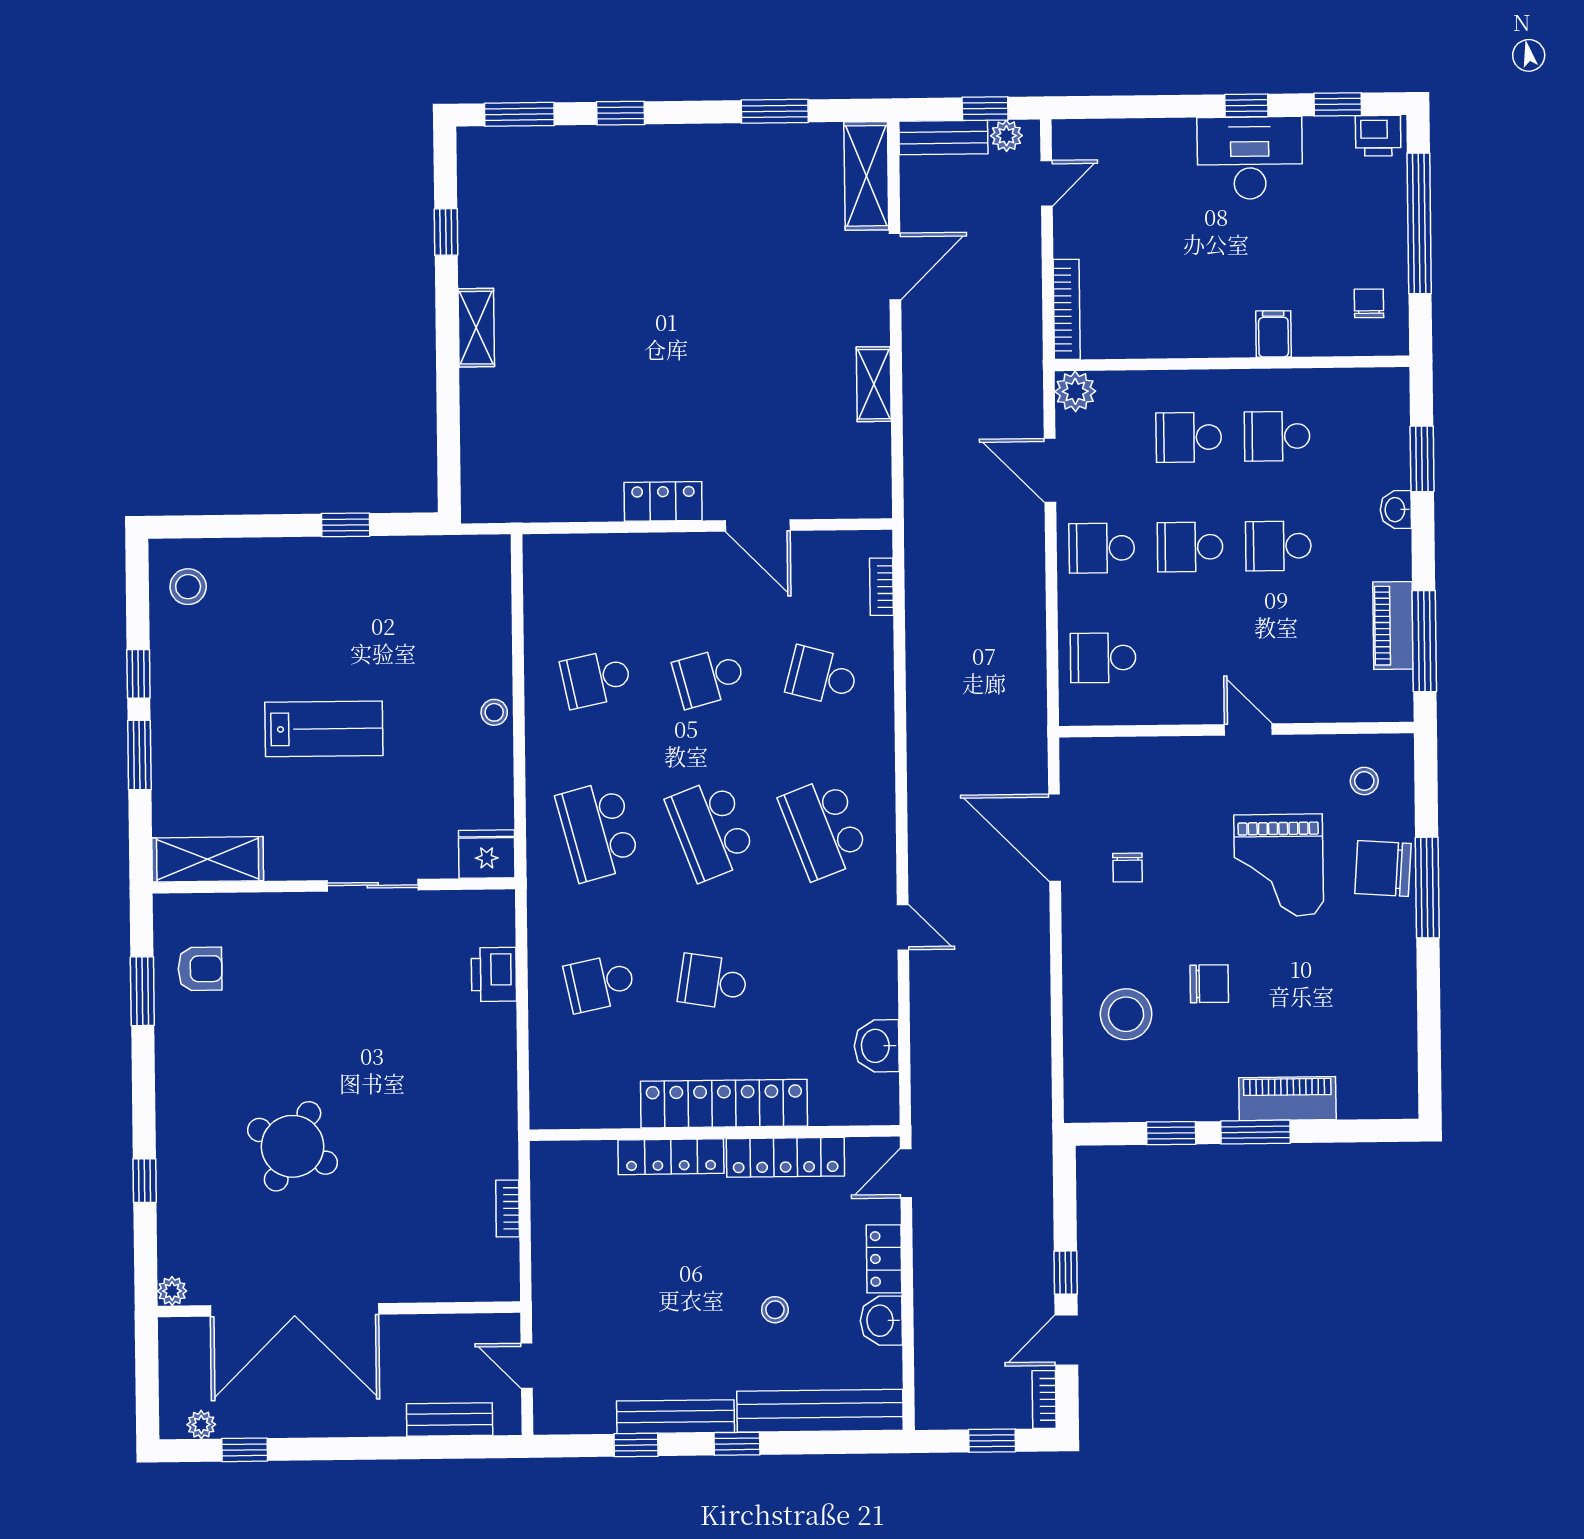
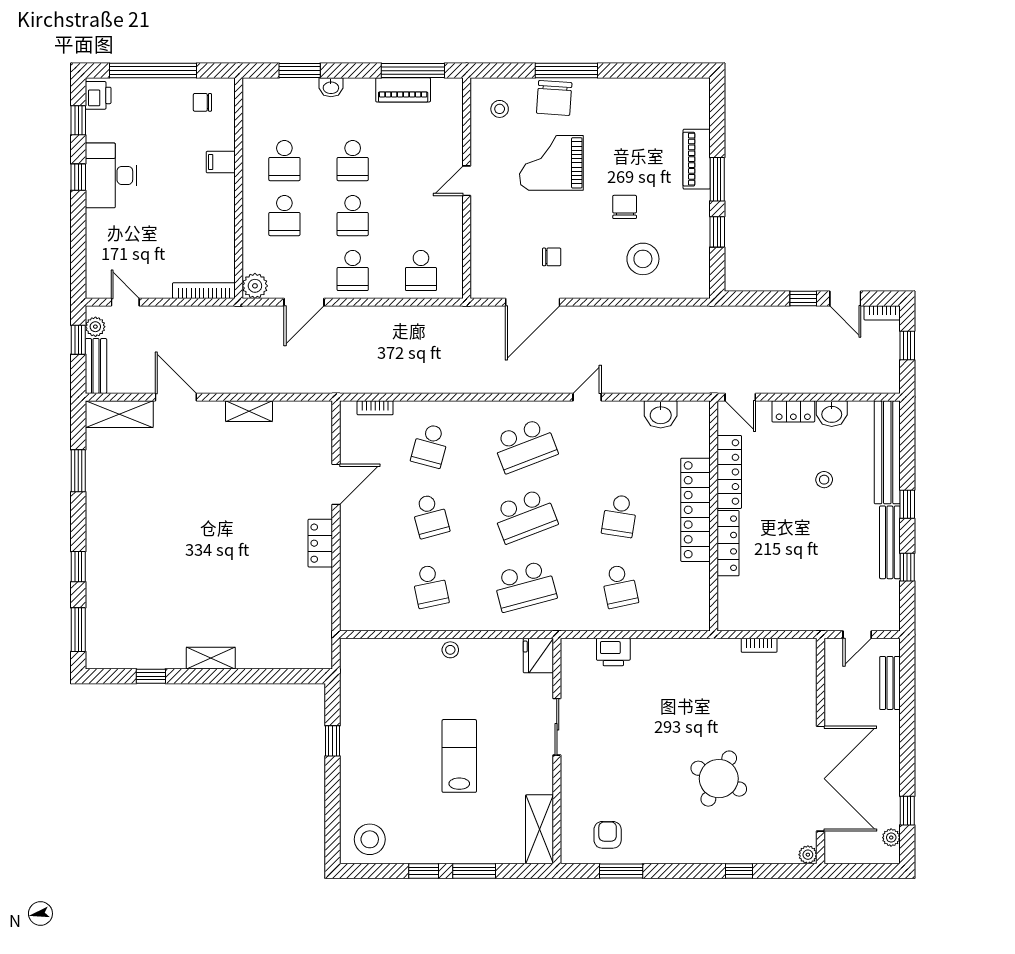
stool: (188, 587) -> (370, 839), width x1.38, depth x1.38
grand piano: (1279, 865) -> (551, 163), turned 180

